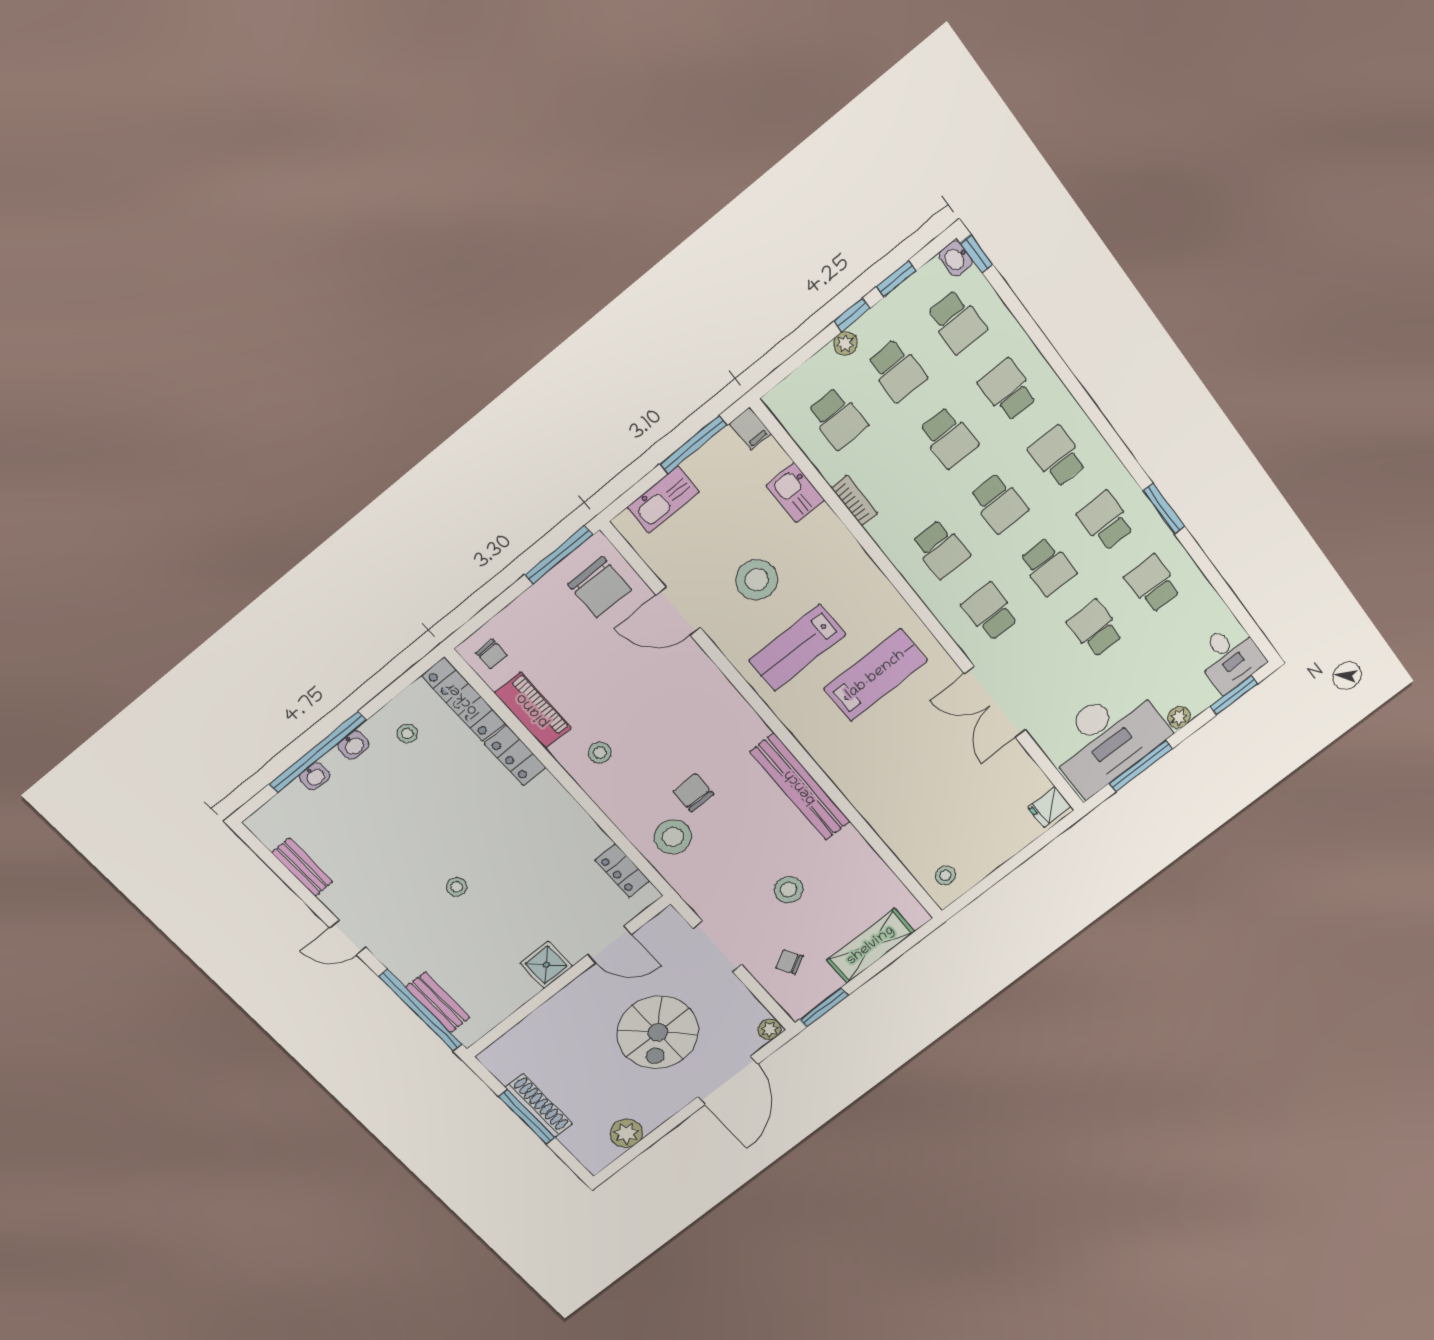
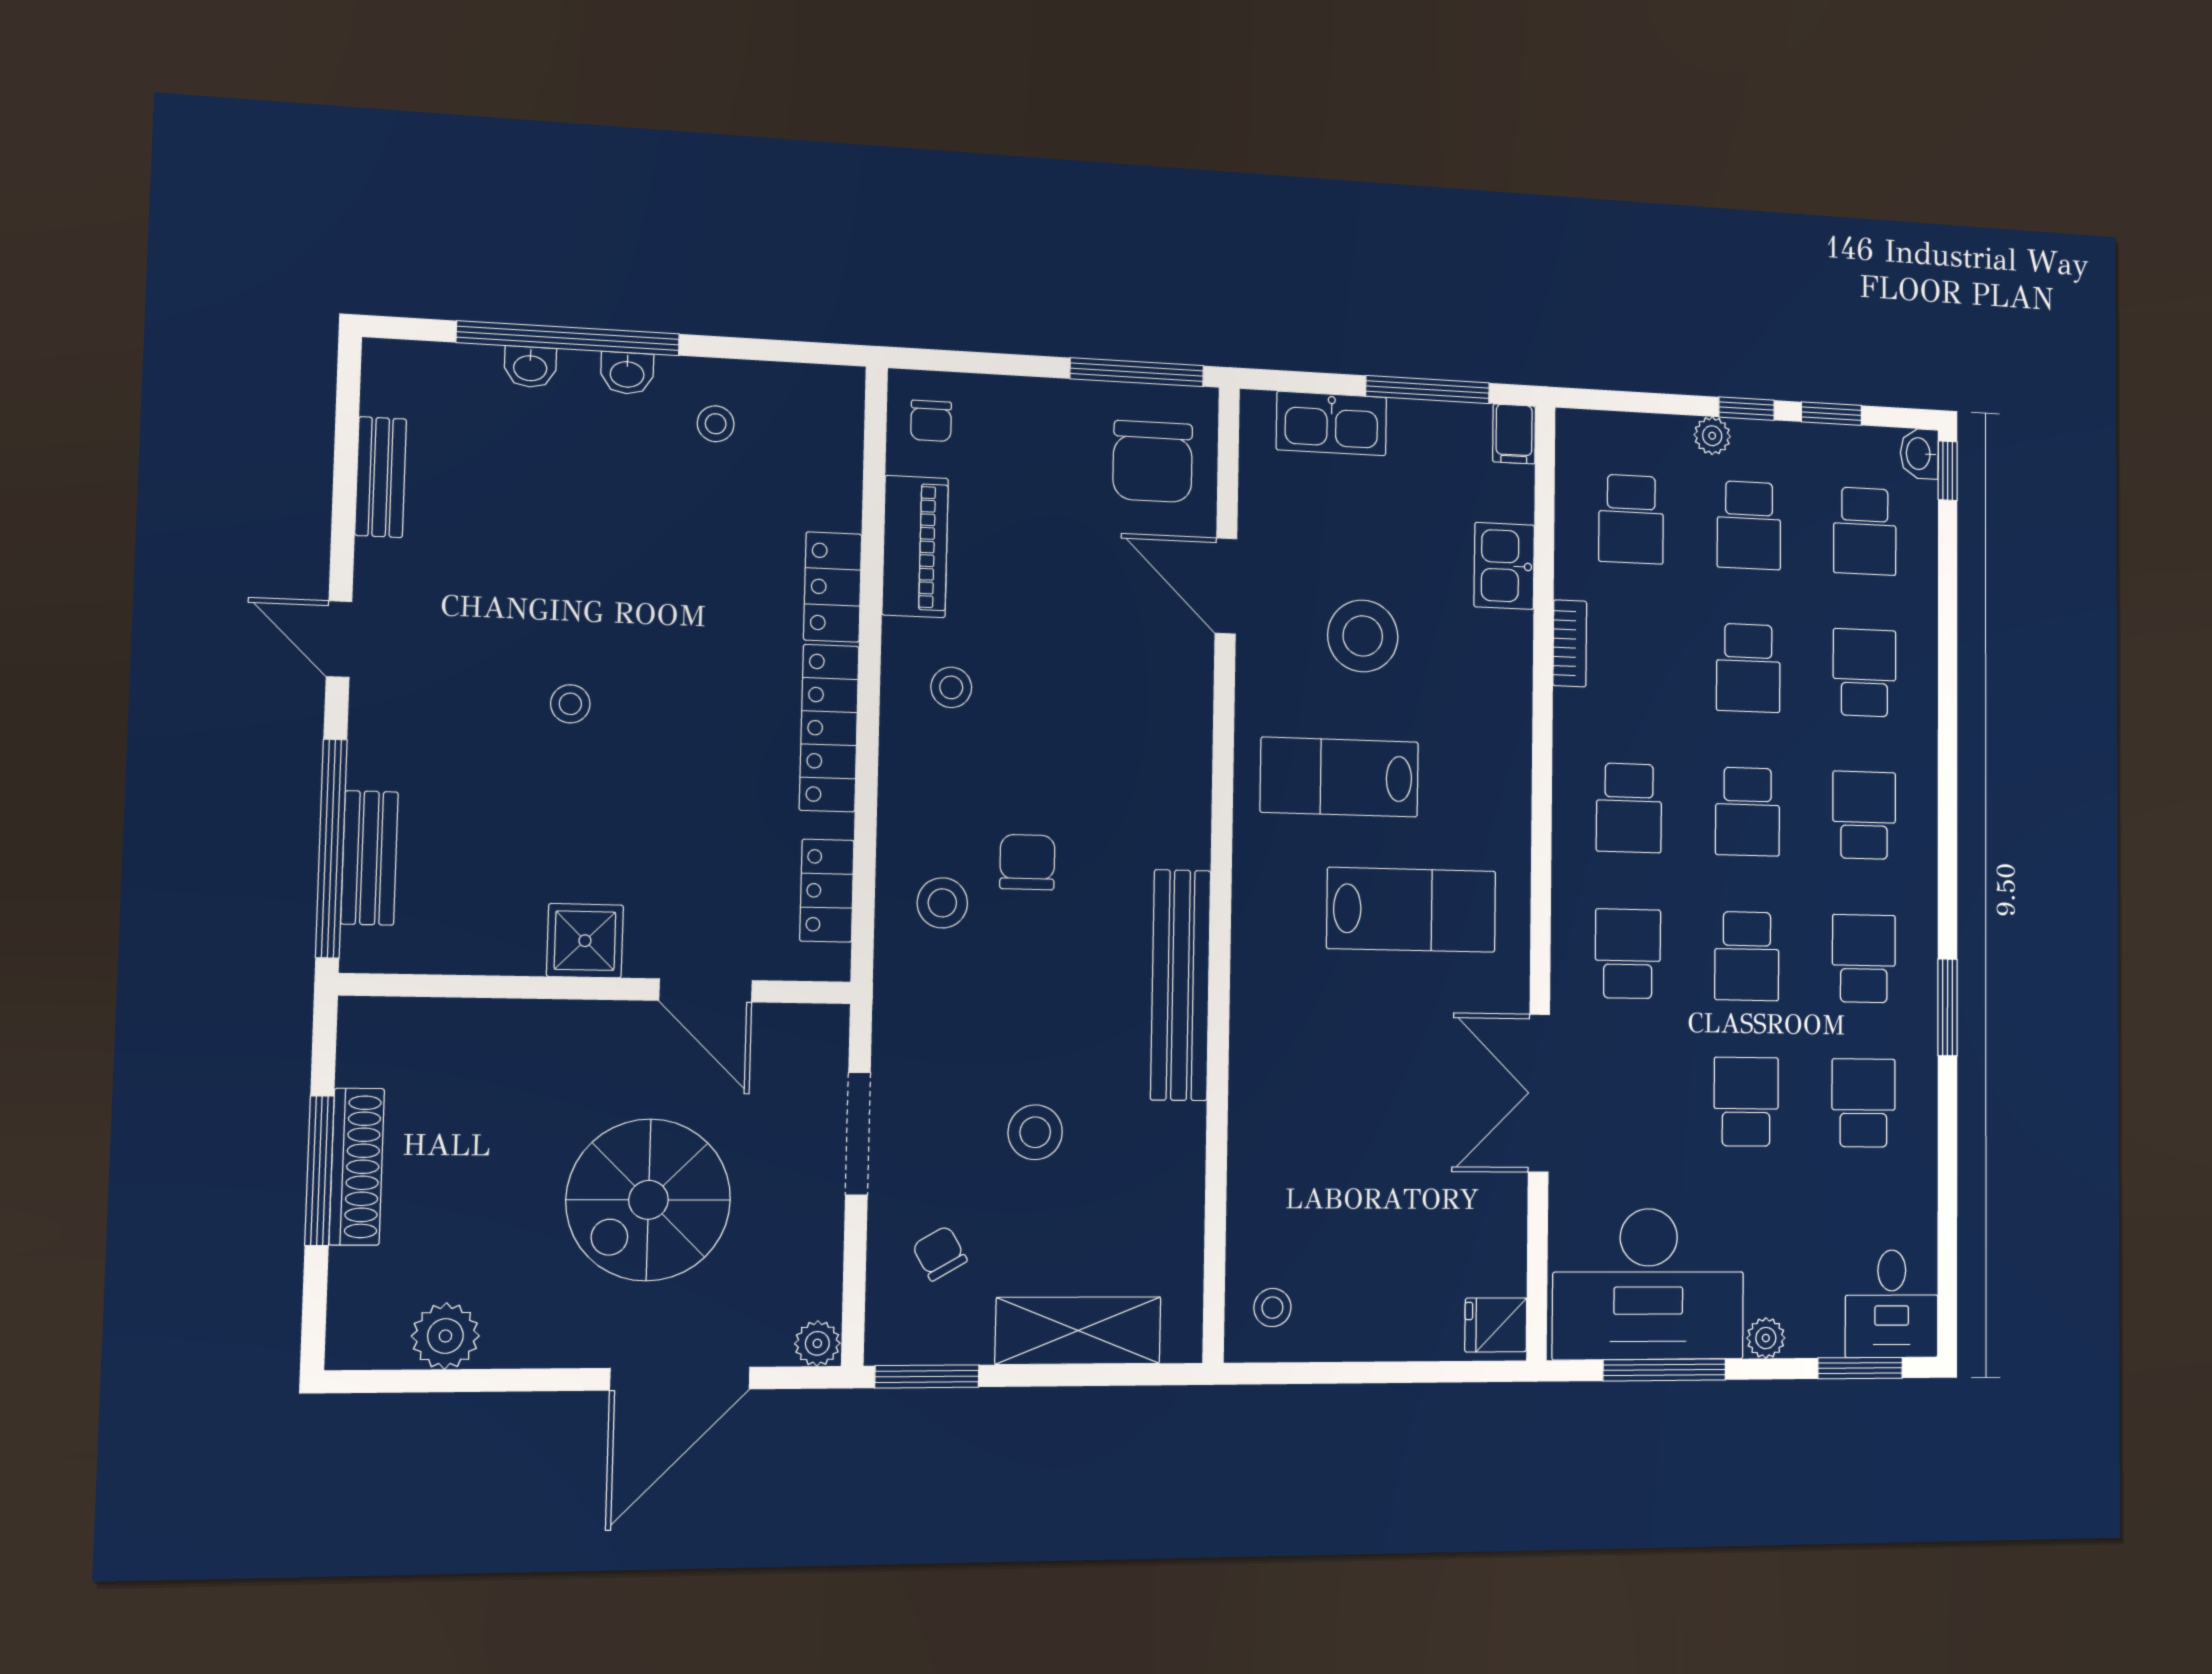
locker: (463, 699) -> (829, 728), moved
stool: (673, 837) -> (942, 903), width x0.73, depth x0.73

